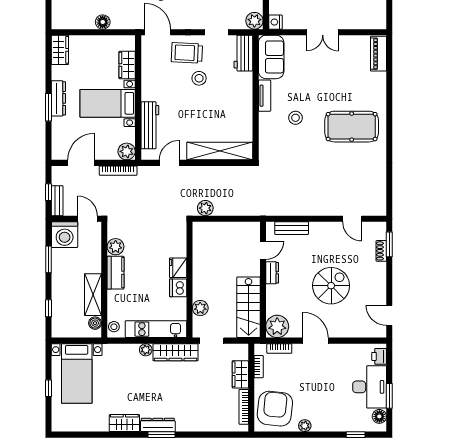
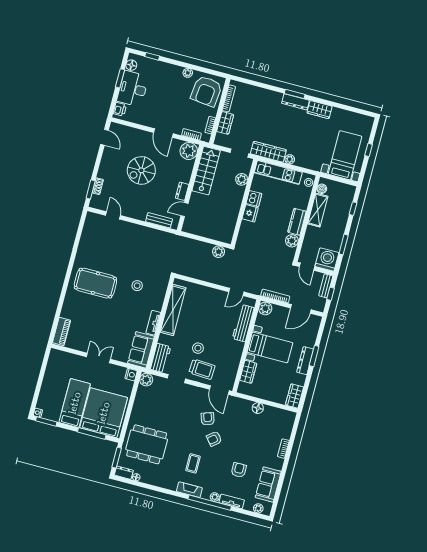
stool: (296, 118) -> (137, 286), moved
shelving: (220, 151) -> (173, 310), moved, turned 90

